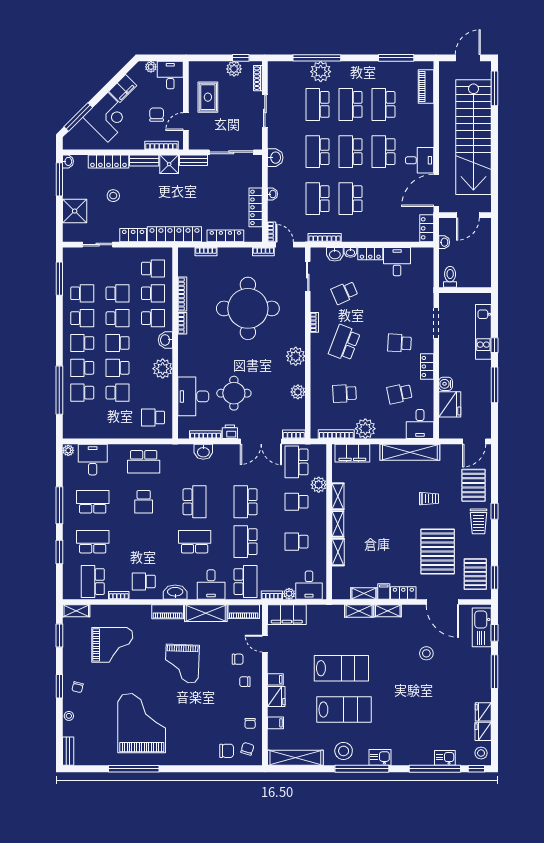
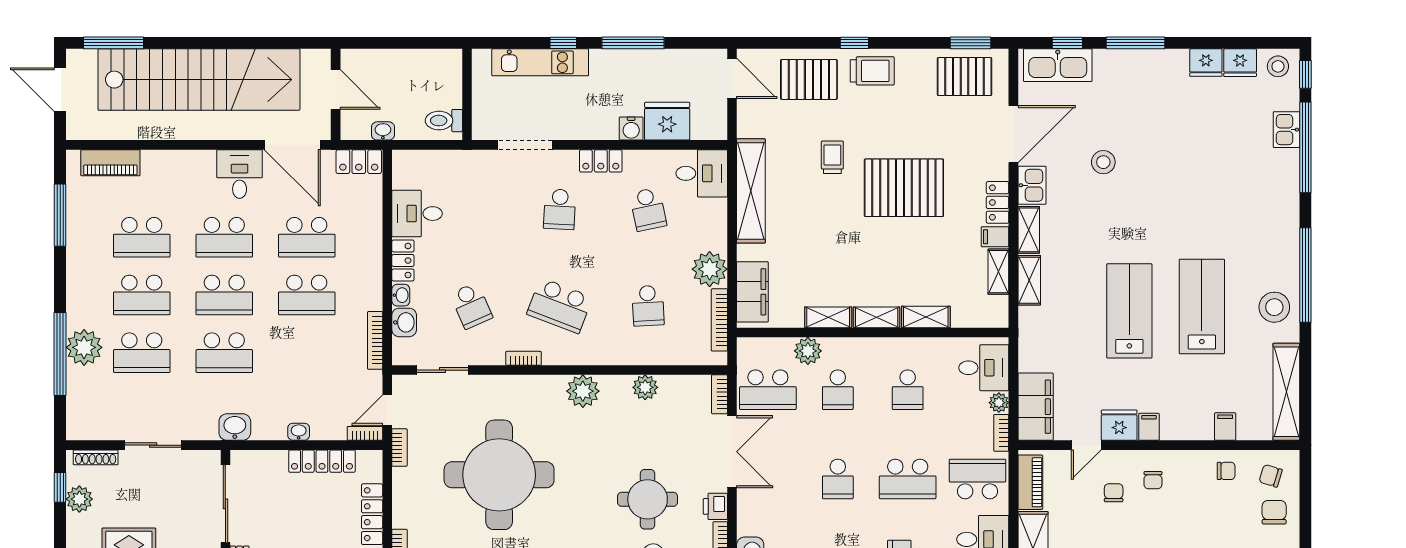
school desk: (318, 199) -> (307, 237), moved
school desk: (246, 502) -> (838, 479), width x0.54
pallet: (438, 551) -> (904, 188), moved
fridge: (276, 696) -> (1119, 425), moved
kitchen sink: (380, 757) -> (1032, 185), moved, turned 180

